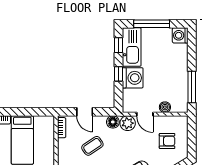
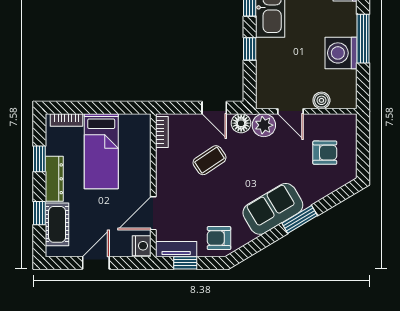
washing machine: (133, 78) -> (341, 53), moved, turned 180
window: (192, 87) -> (363, 39), moved
door: (85, 112) -> (214, 108), moved

